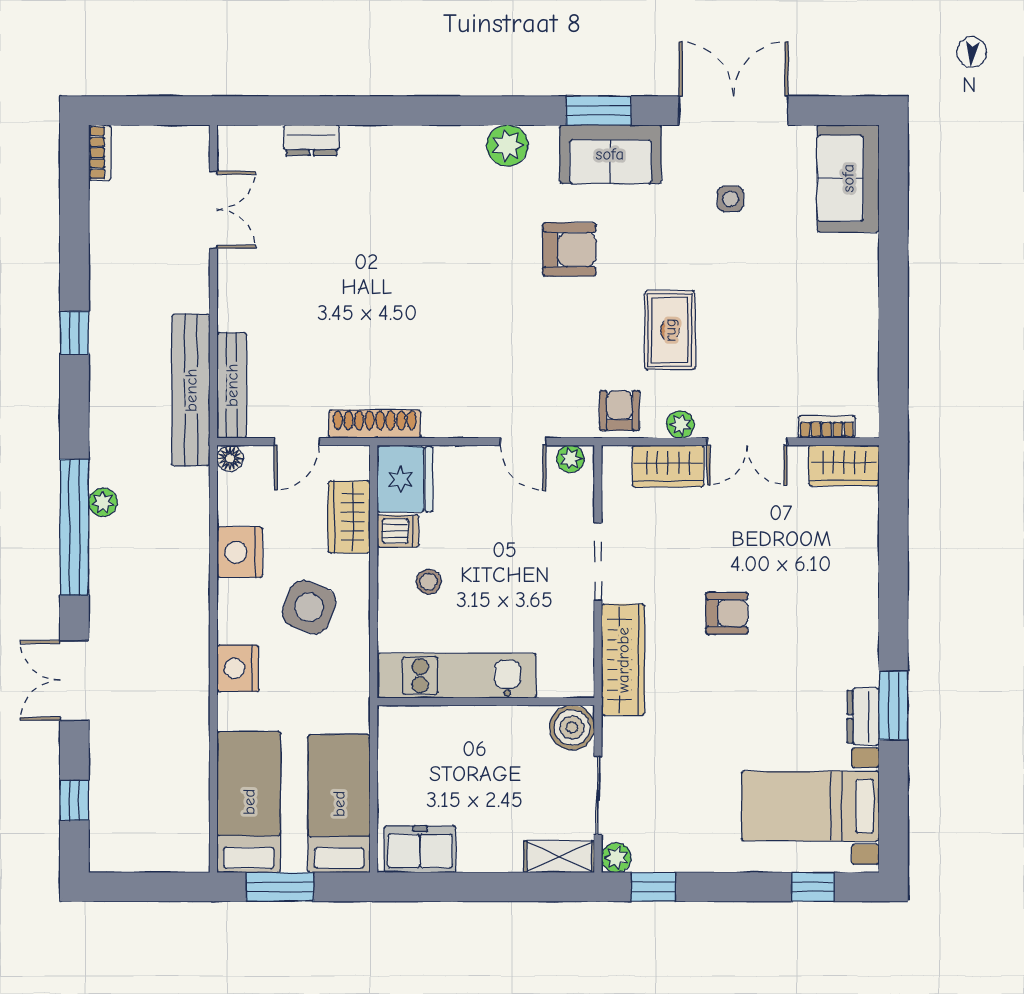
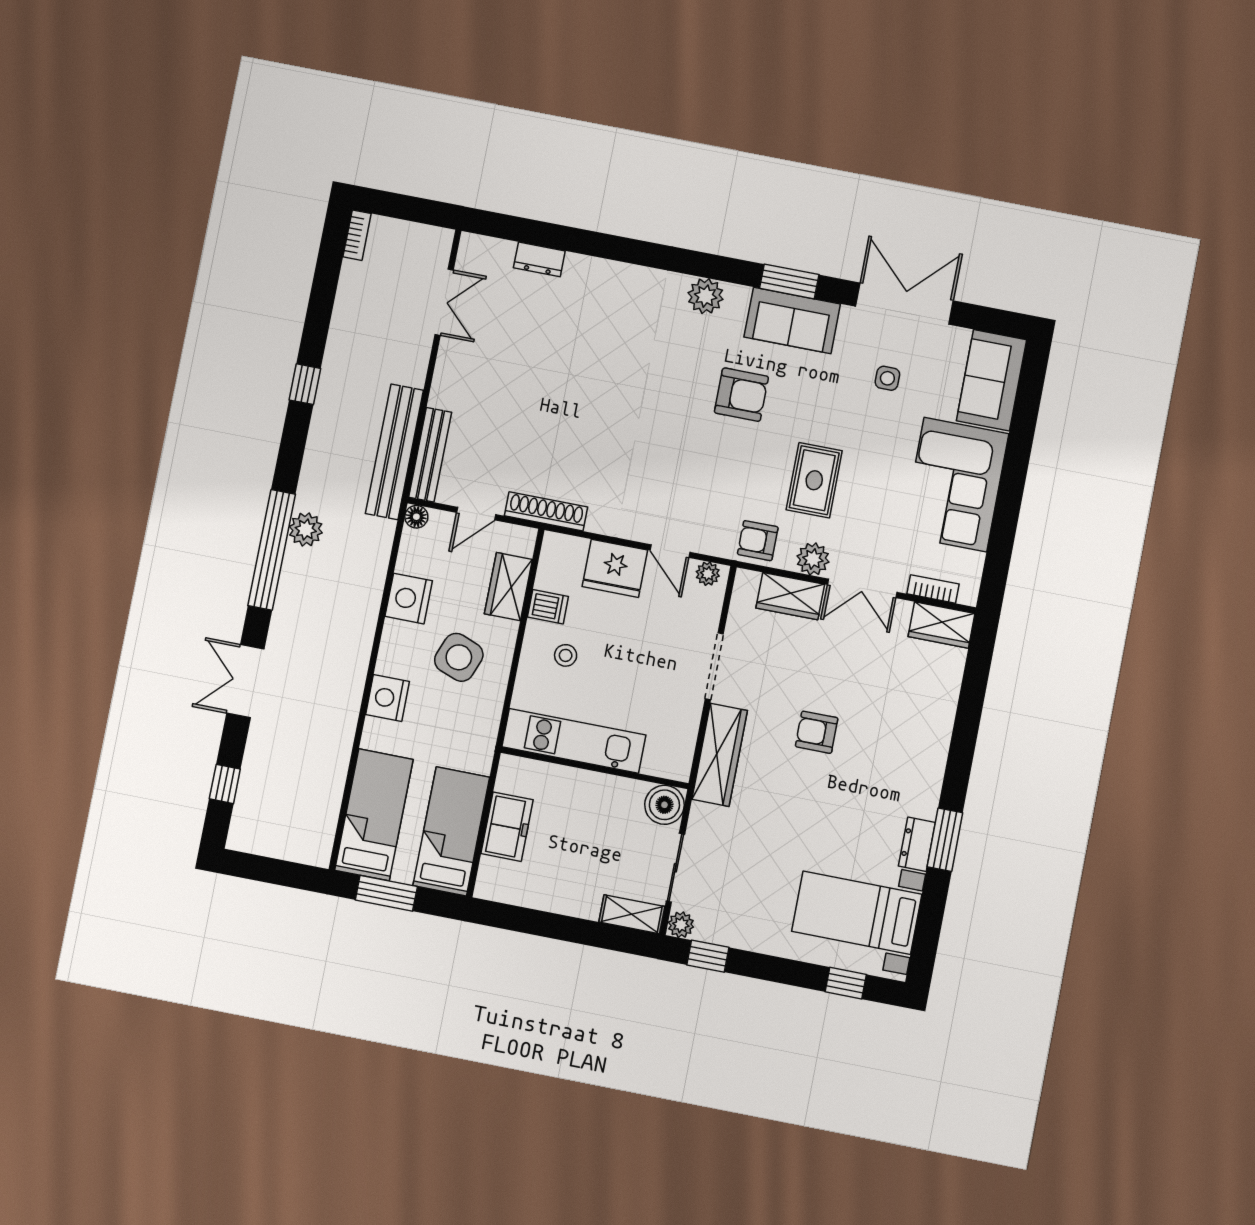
corner sofa: (830, 304) -> (955, 485), added
armchair: (619, 411) -> (758, 541), turned -90
plant: (680, 424) -> (813, 559), width x1.38, depth x1.38
fridge: (405, 479) -> (615, 568), moved, turned 90
plant: (103, 502) -> (306, 530), width x1.38, depth x1.38
armchair: (727, 613) -> (817, 732), turned 180
freezer: (420, 849) -> (507, 827), moved, turned 90

